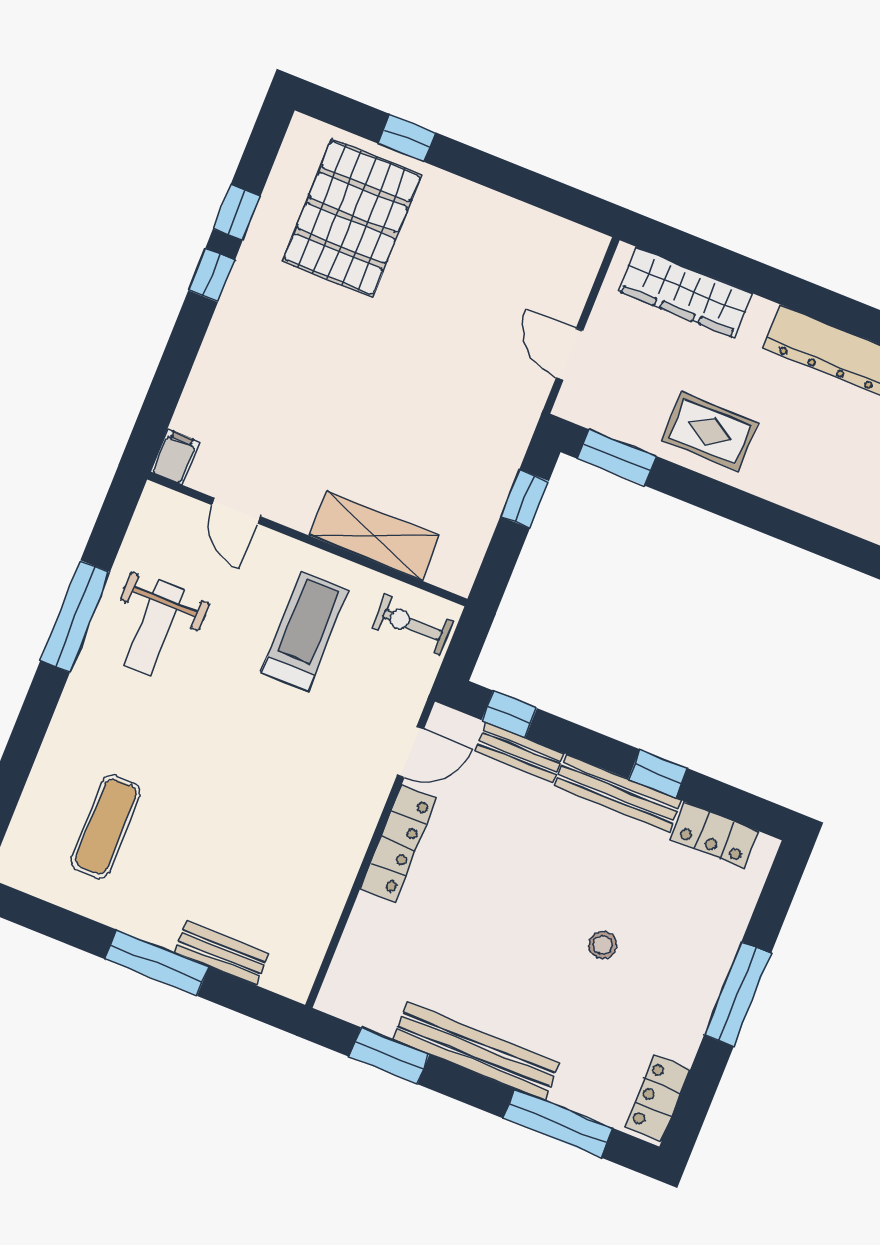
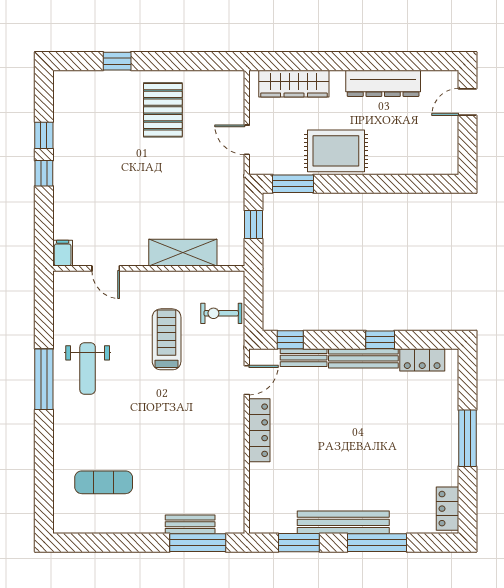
pallet: (352, 218) -> (163, 110), moved, width x0.73, depth x0.71
rug: (710, 432) -> (336, 151), width x1.36, depth x1.43
filing cabinet: (175, 457) -> (63, 253), moved
door: (236, 511) -> (106, 268), moved
shelving: (374, 536) -> (183, 253), moved
wall: (307, 539) -> (149, 268), moved
exercise mat: (106, 826) -> (104, 482), turned 90
stool: (603, 945) -> (387, 440), removed
window: (157, 963) -> (198, 543), moved
window: (558, 1123) -> (377, 543), moved

